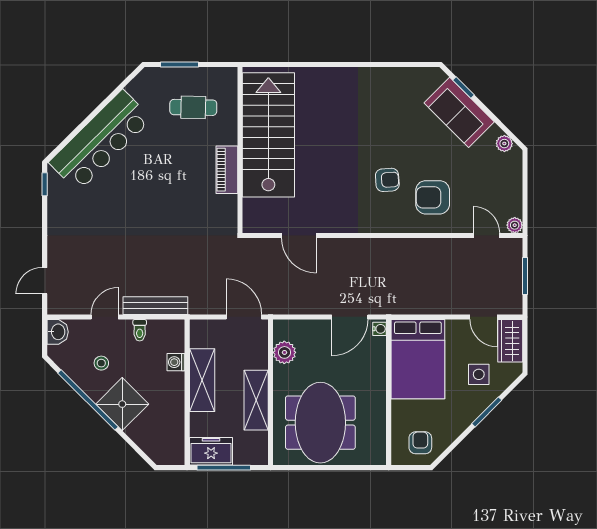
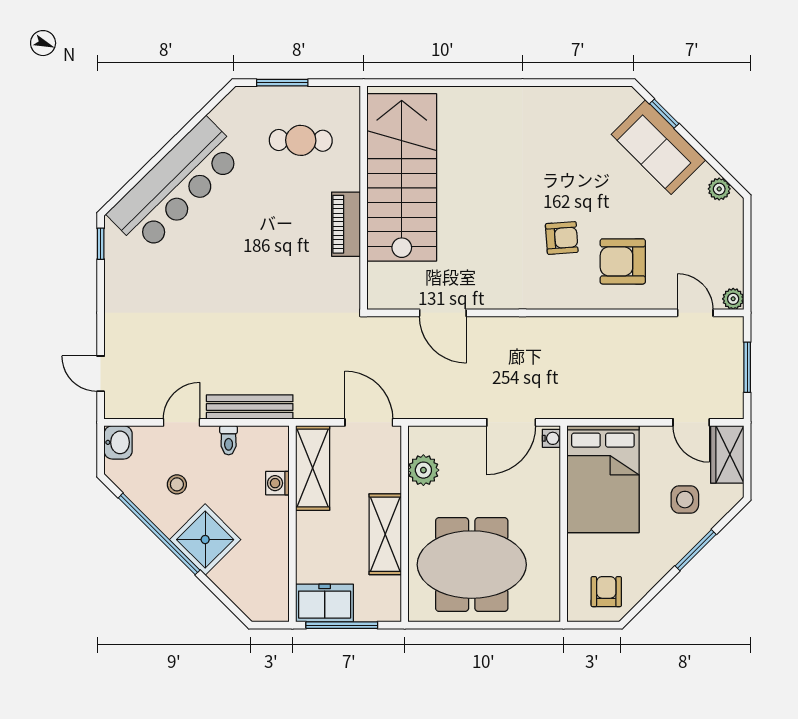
door: (45, 281) -> (101, 374), hinge flipped
shelving: (202, 380) -> (313, 468), moved
meeting table: (320, 423) -> (472, 565), turned 90

